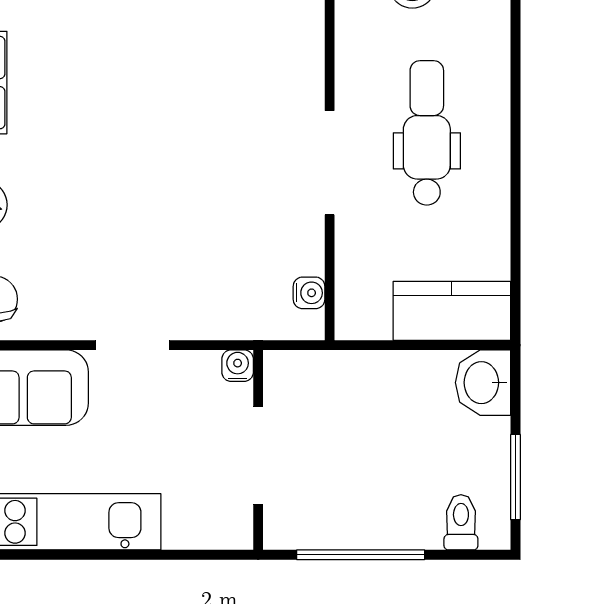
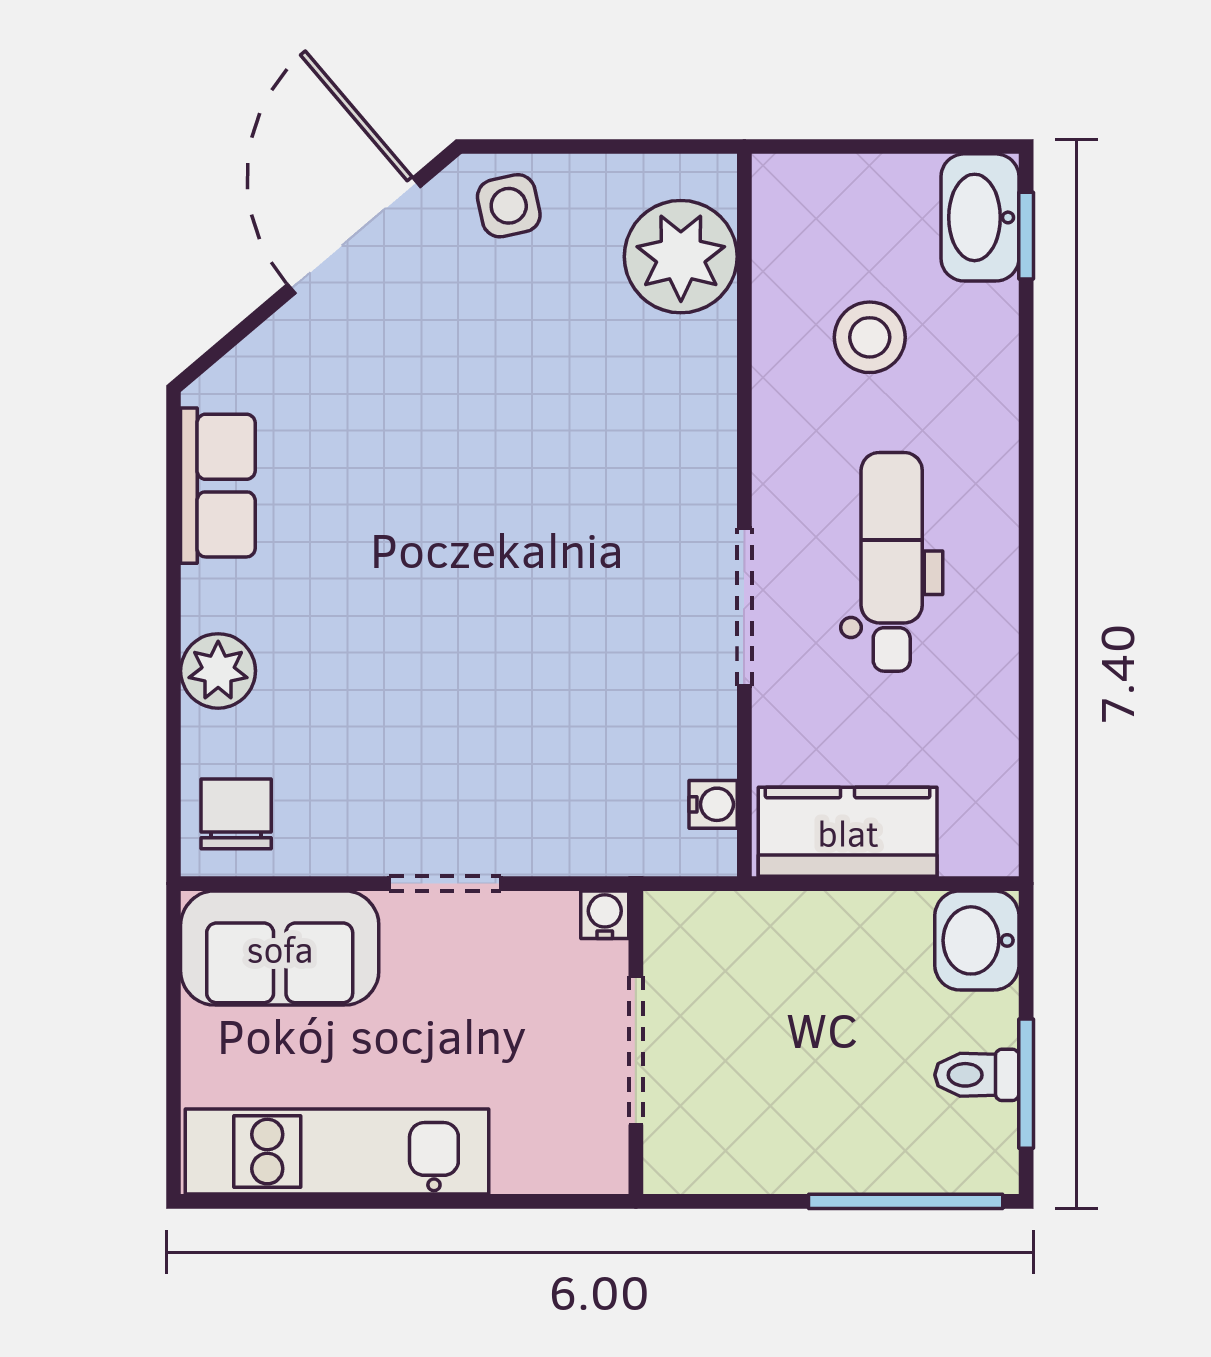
kitchen counter: (452, 311) -> (848, 832), moved
toilet: (461, 522) -> (977, 1075), moved, turned -90
window: (361, 555) -> (906, 1201), moved

